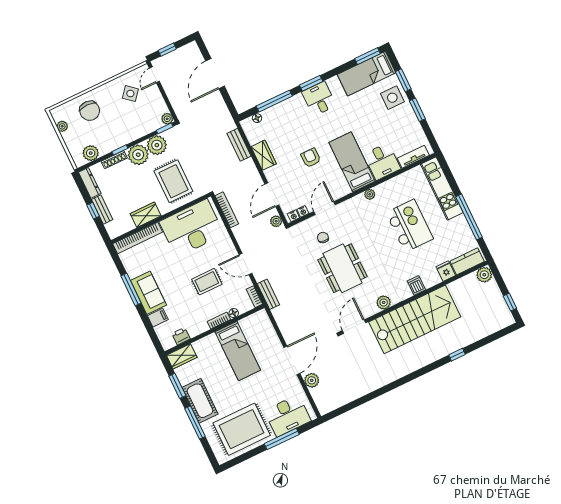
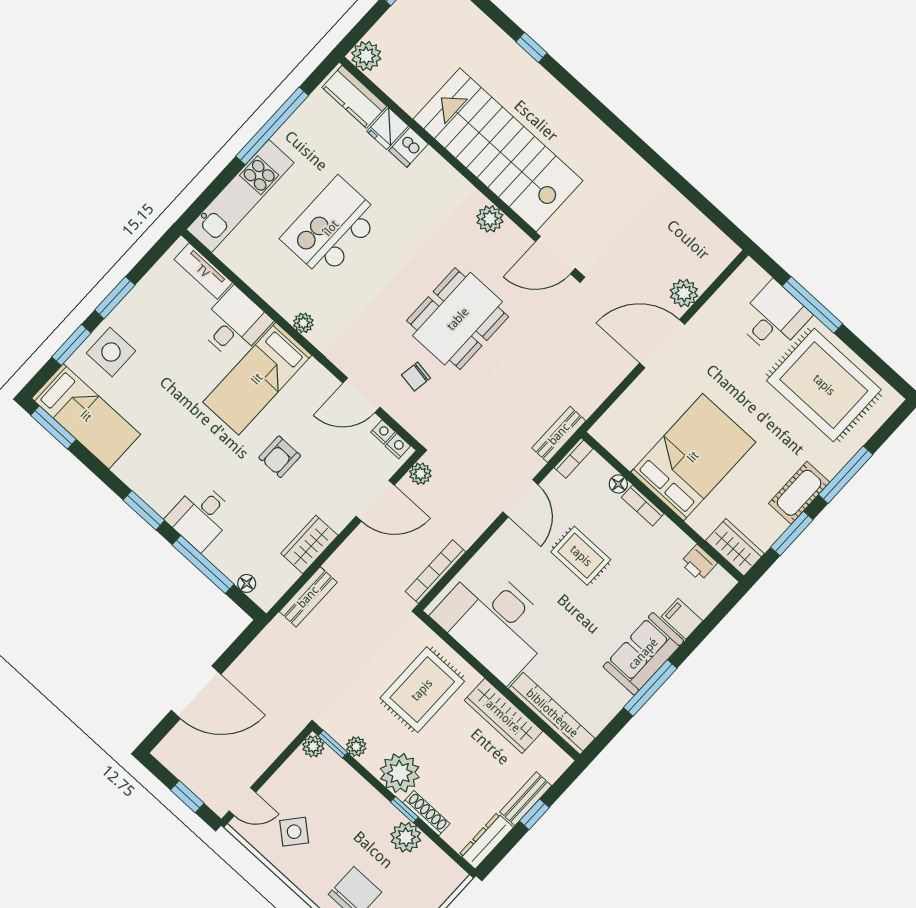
desk: (319, 99) -> (201, 516), moved
plant: (157, 145) -> (356, 747), width x0.53, depth x0.53
plant: (91, 153) -> (406, 837), moved
wardrobe: (146, 215) -> (503, 716), width x1.50
dishwasher: (416, 285) -> (408, 147), moved
bed: (238, 351) -> (693, 457), width x1.50
cot: (200, 401) -> (799, 493), width x0.73, depth x0.75
desk: (288, 416) -> (773, 318), width x0.73

